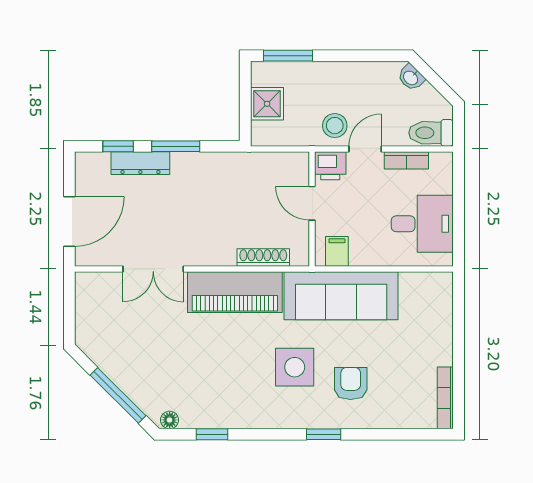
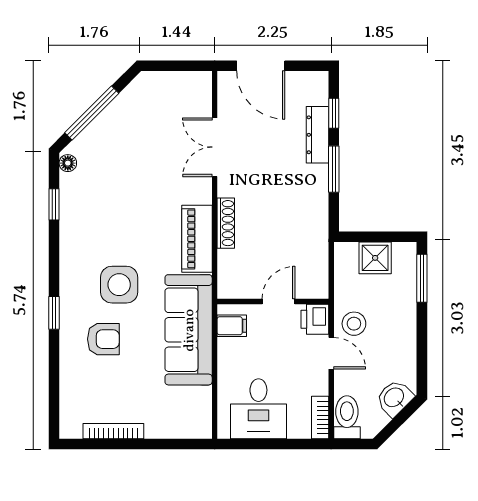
washbasin: (411, 78) -> (394, 398), width x1.38, depth x1.45
bookcase: (406, 160) -> (320, 417), moved
shoe rack: (263, 257) -> (226, 223), moved
piano: (235, 292) -> (197, 239), width x0.73, depth x0.75
bookcase: (445, 398) -> (113, 431), moved

